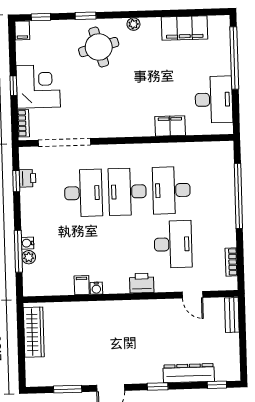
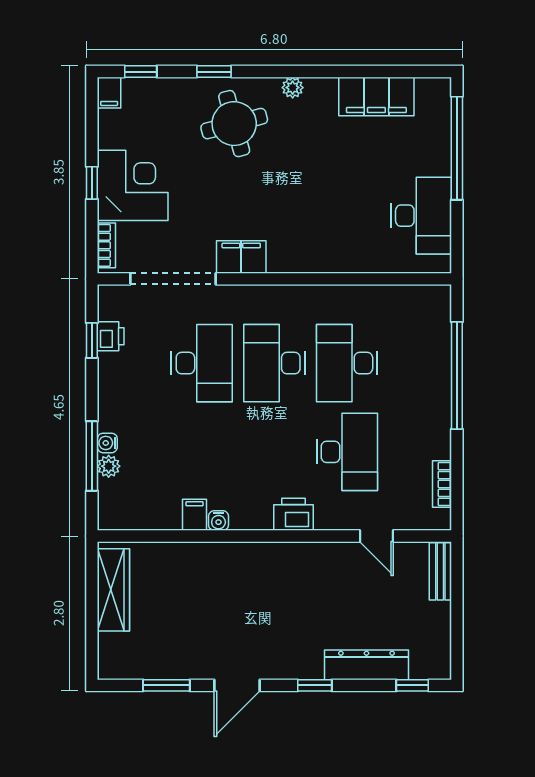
filing cabinet: (170, 126) -> (241, 257), moved

